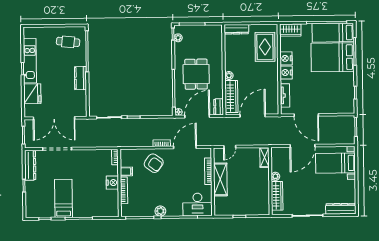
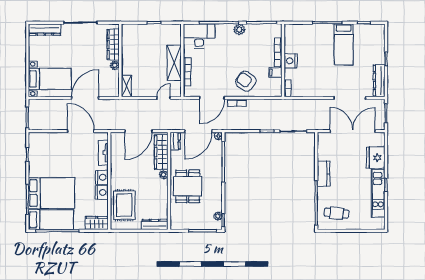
dining table: (196, 74) -> (188, 186), moved

